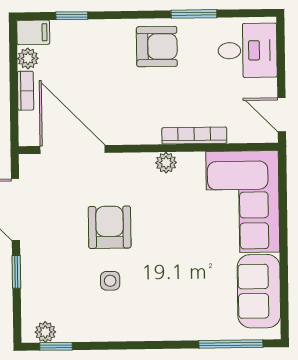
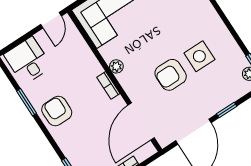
bookcase: (194, 136) -> (108, 85), moved, width x0.64
side table: (110, 281) -> (199, 56), width x1.87, depth x1.87

